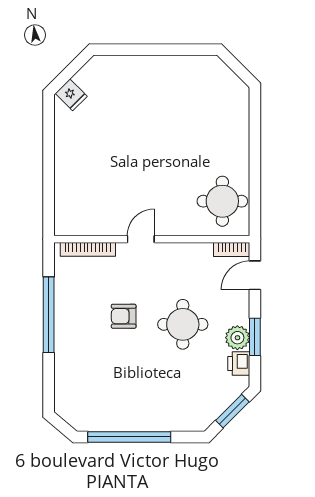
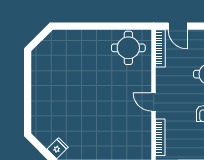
bookcase: (232, 249) -> (160, 48), width x1.56

